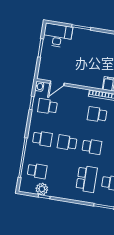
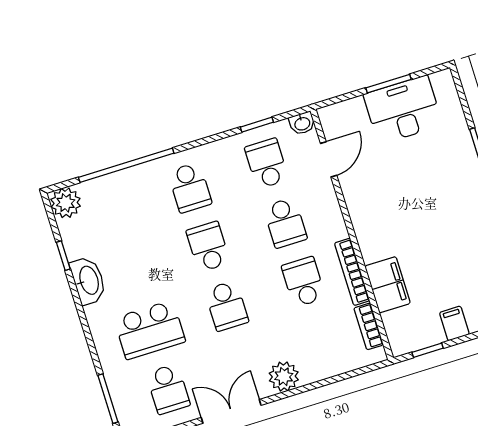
desk: (58, 35) -> (403, 110), moved, turned -90
door: (57, 83) -> (329, 159), swing flipped
school desk: (37, 171) -> (285, 223), moved
plant: (42, 189) -> (66, 203), moved
washbasin: (58, 192) -> (88, 281), added

